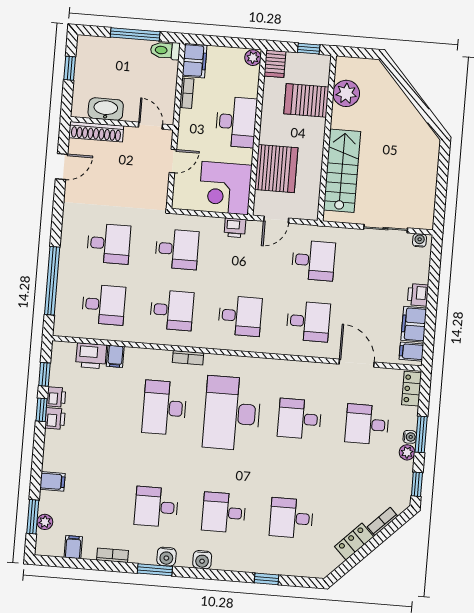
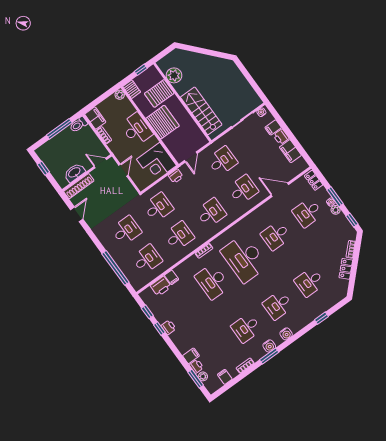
server rack: (276, 169) -> (163, 122), moved
filing cabinet: (411, 352) -> (273, 127), moved
printer: (56, 397) -> (196, 366), moved

